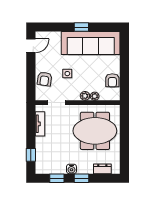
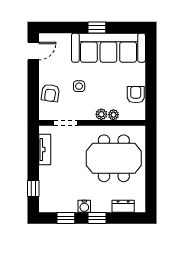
armchair: (112, 80) -> (136, 95), turned 180

